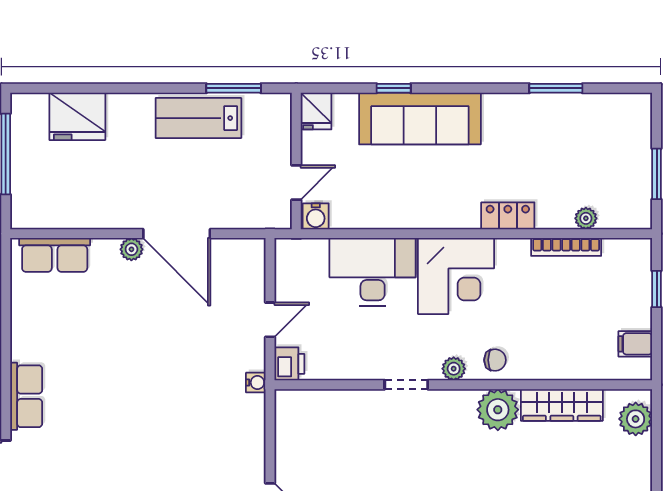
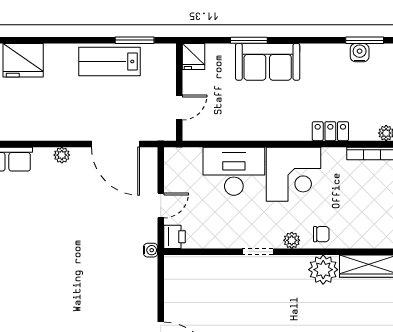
window: (394, 88) -> (249, 40), width x1.50
sofa: (420, 119) -> (268, 62), width x0.73
water cooler: (316, 216) -> (360, 53), moved, turned 180
door: (177, 234) -> (115, 144), moved

